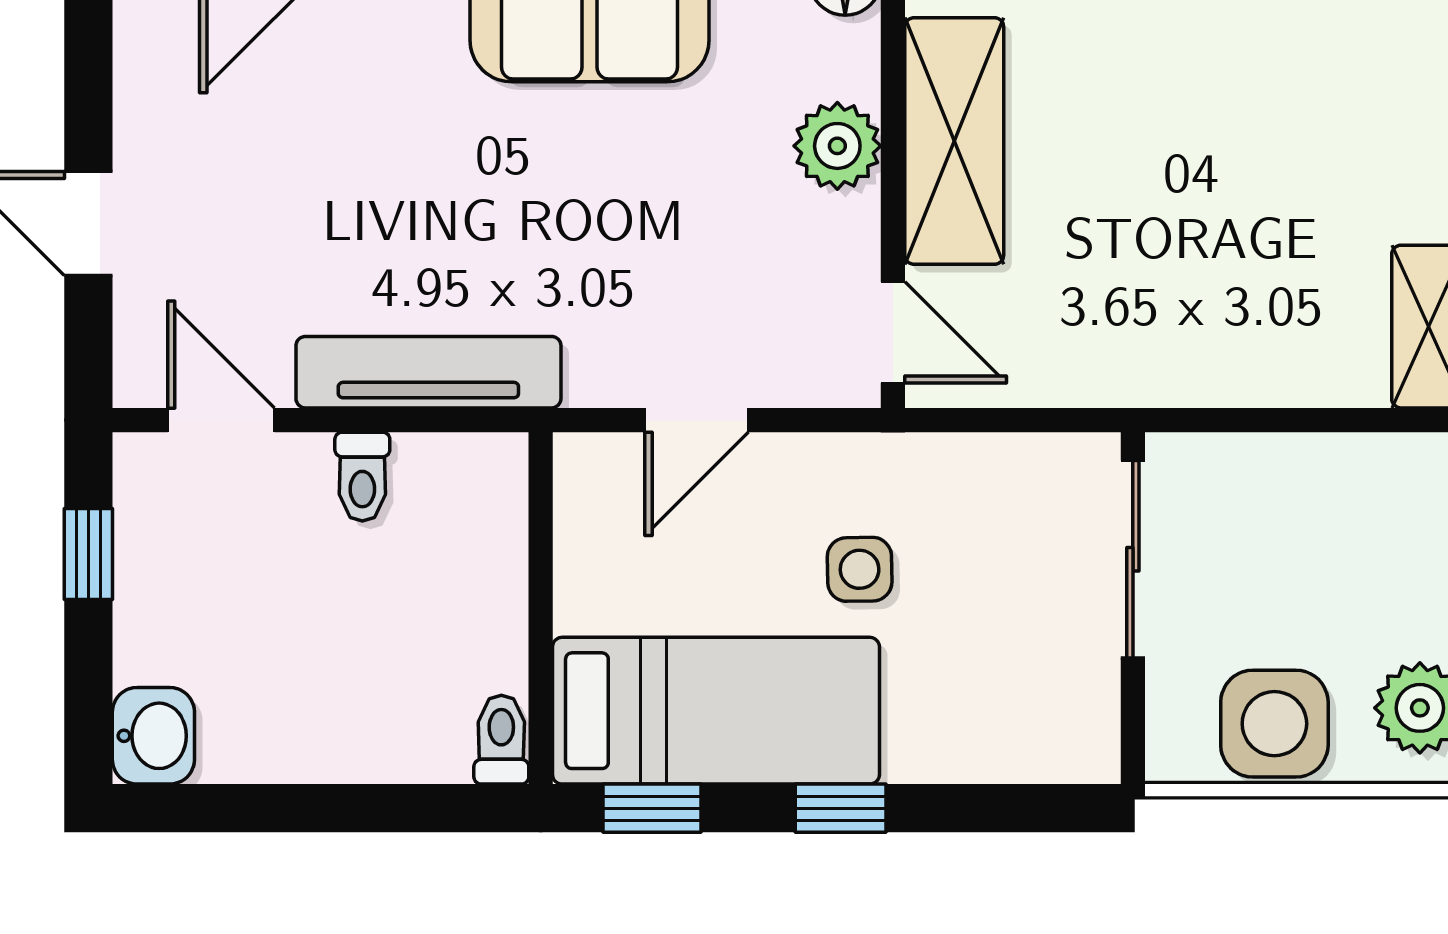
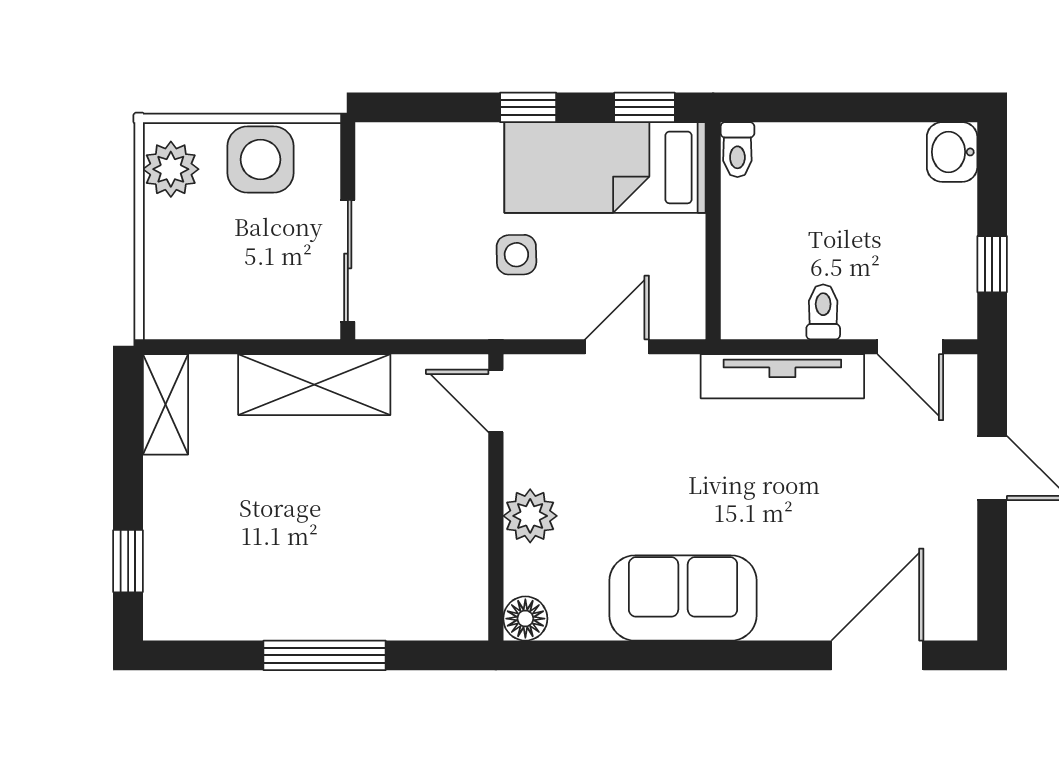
shelving: (954, 141) -> (314, 385), moved, turned 90

